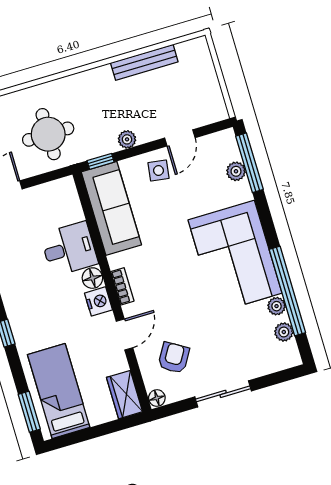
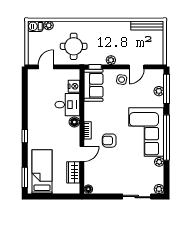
bench: (144, 62) -> (147, 25), moved
sofa: (111, 208) -> (93, 85), width x0.73
window: (287, 291) -> (167, 138), moved
nightstand: (98, 301) -> (74, 86), moved
plant: (284, 332) -> (159, 189), moved
armchair: (174, 358) -> (109, 141), moved, turned -121
sliding door: (223, 394) -> (137, 197), moved
wardrobe: (125, 395) -> (73, 172), moved

